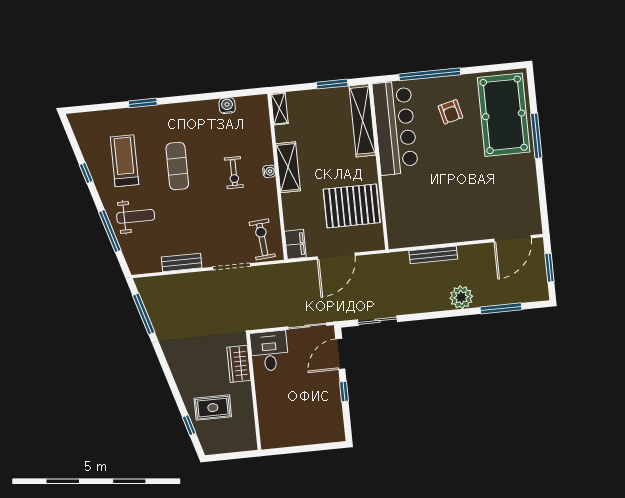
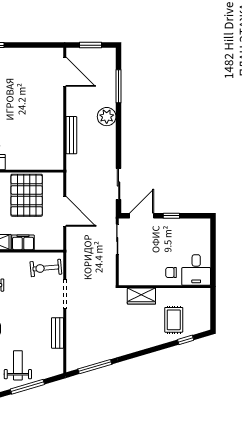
filing cabinet: (295, 244) -> (23, 242), moved
desk: (269, 351) -> (196, 270), moved, turned -90
door: (340, 354) -> (142, 216), swing flipped
chair: (272, 398) -> (171, 273), added

